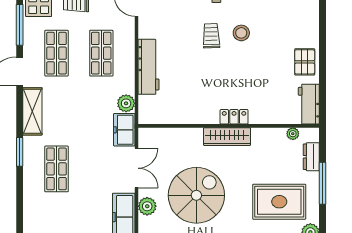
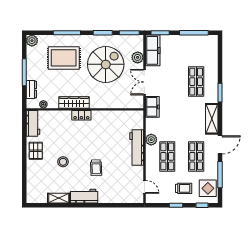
stool: (241, 33) -> (63, 162), moved
plant: (126, 103) -> (151, 140), moved
wardrobe: (227, 137) -> (74, 103), moved
spiral stairs: (196, 195) -> (106, 64), turned 180
rug: (279, 202) -> (64, 58), moved

